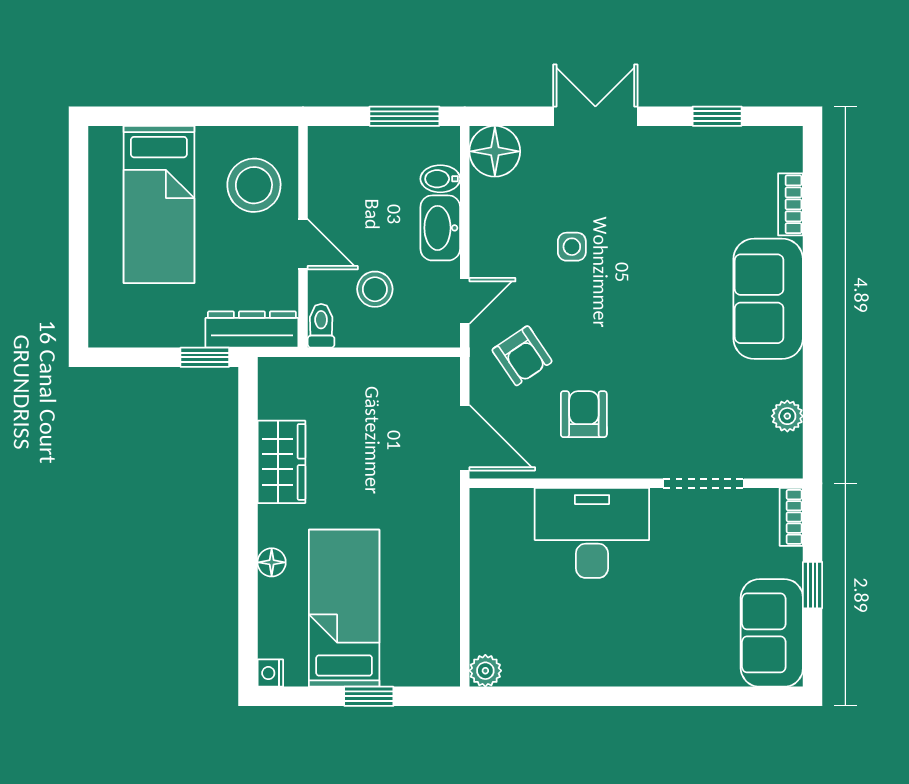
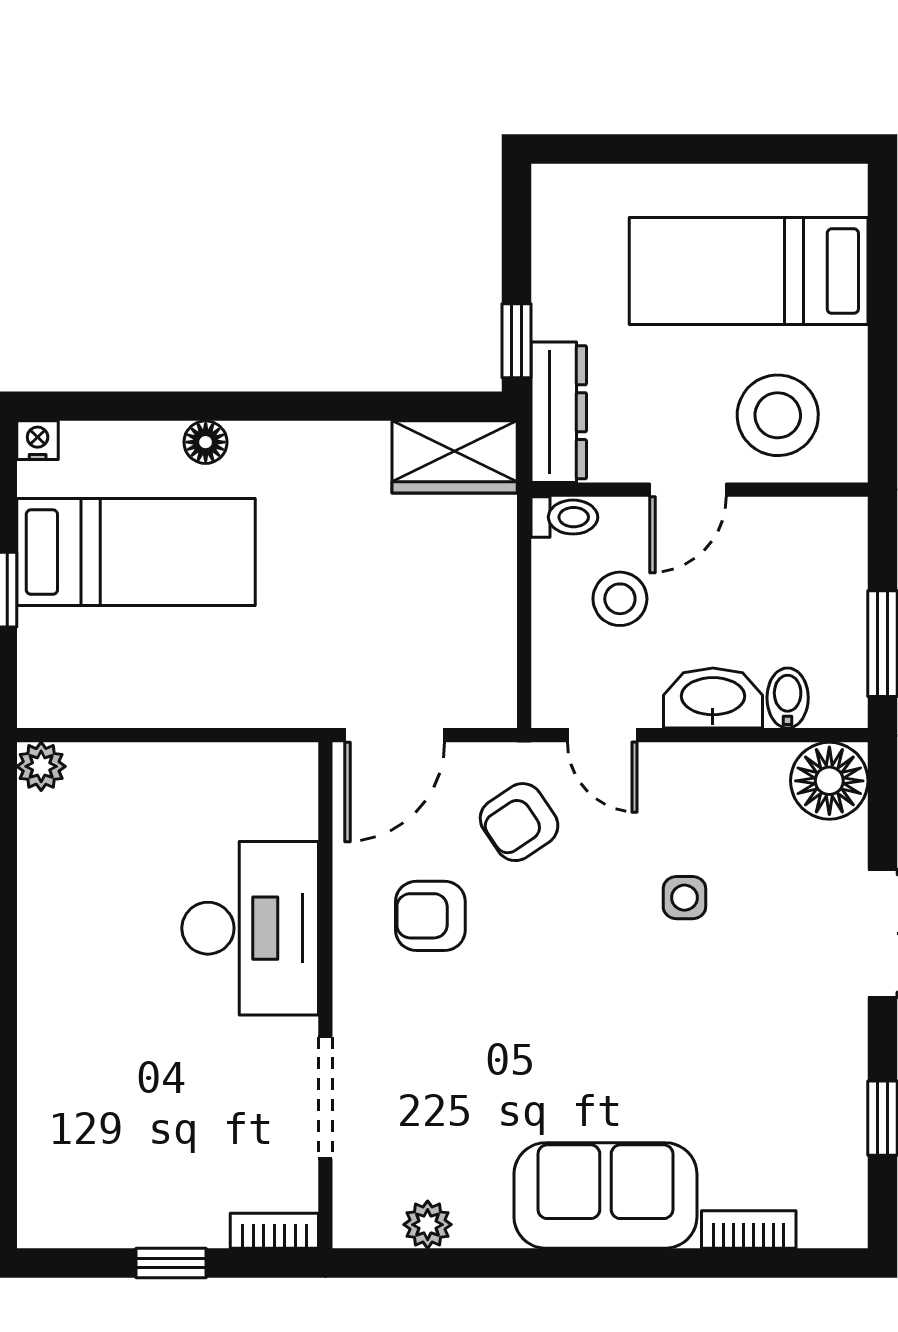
armchair: (584, 414) -> (430, 916), turned 180
wardrobe: (281, 462) -> (455, 457), moved
sofa: (772, 633) -> (98, 1201), removed

